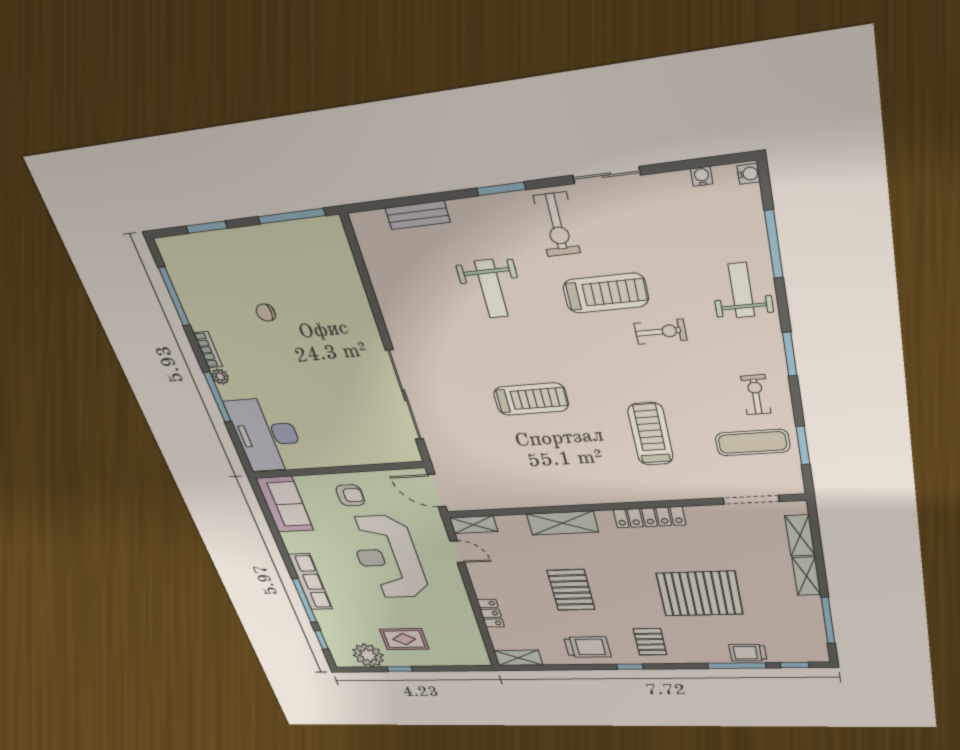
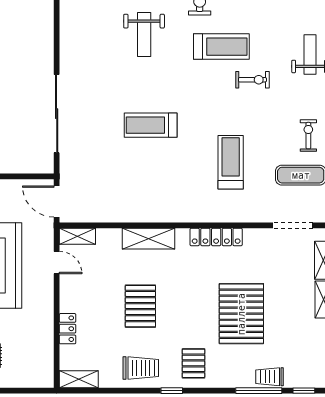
treadmill: (531, 399) -> (151, 125), turned 180
pallet: (700, 594) -> (241, 314), turned 90

